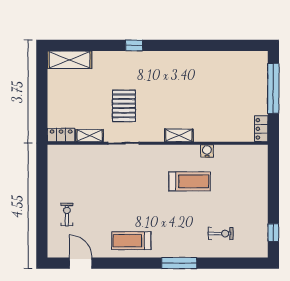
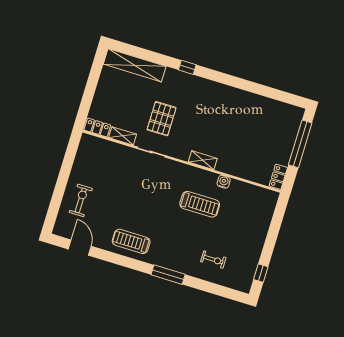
shelving: (70, 60) -> (135, 65), width x1.47
exercise bike: (67, 215) -> (81, 200), width x1.38, depth x1.39

